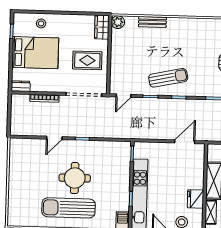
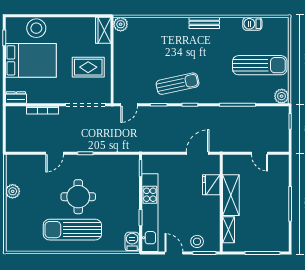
bench: (152, 22) -> (204, 23), moved
stool: (41, 23) -> (36, 28), width x1.89, depth x1.89
plant: (15, 171) -> (13, 191), added
fridge: (195, 199) -> (211, 185), moved

